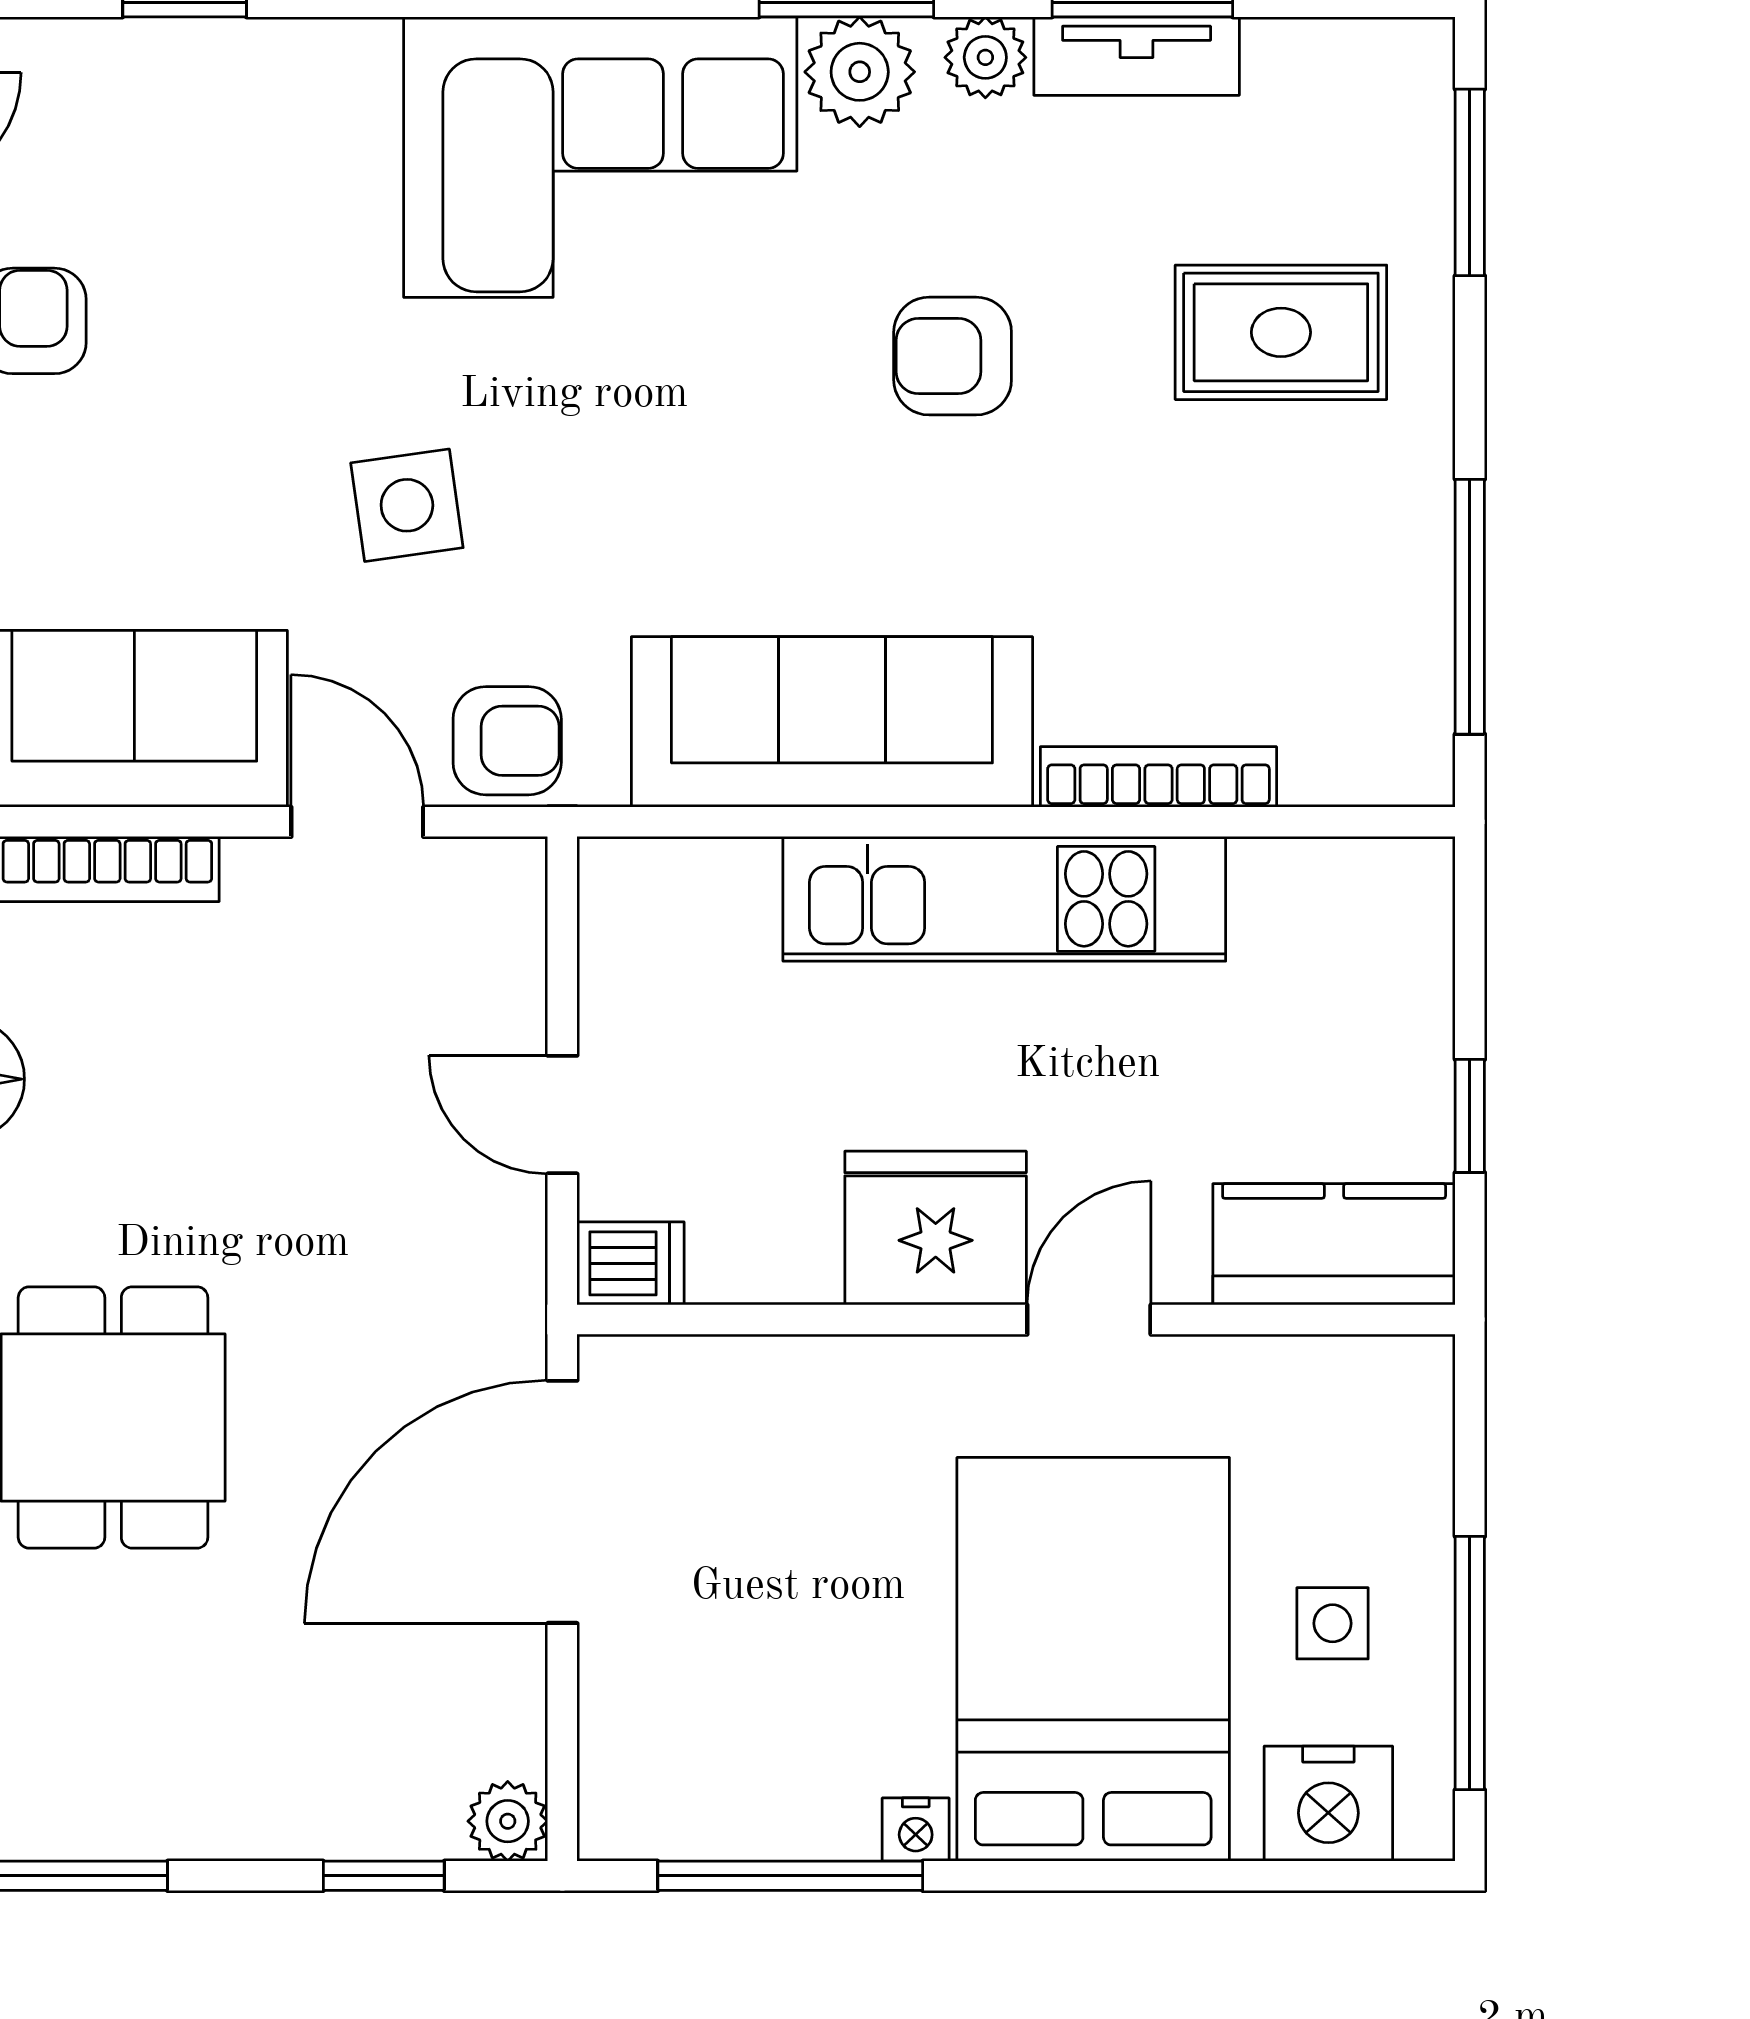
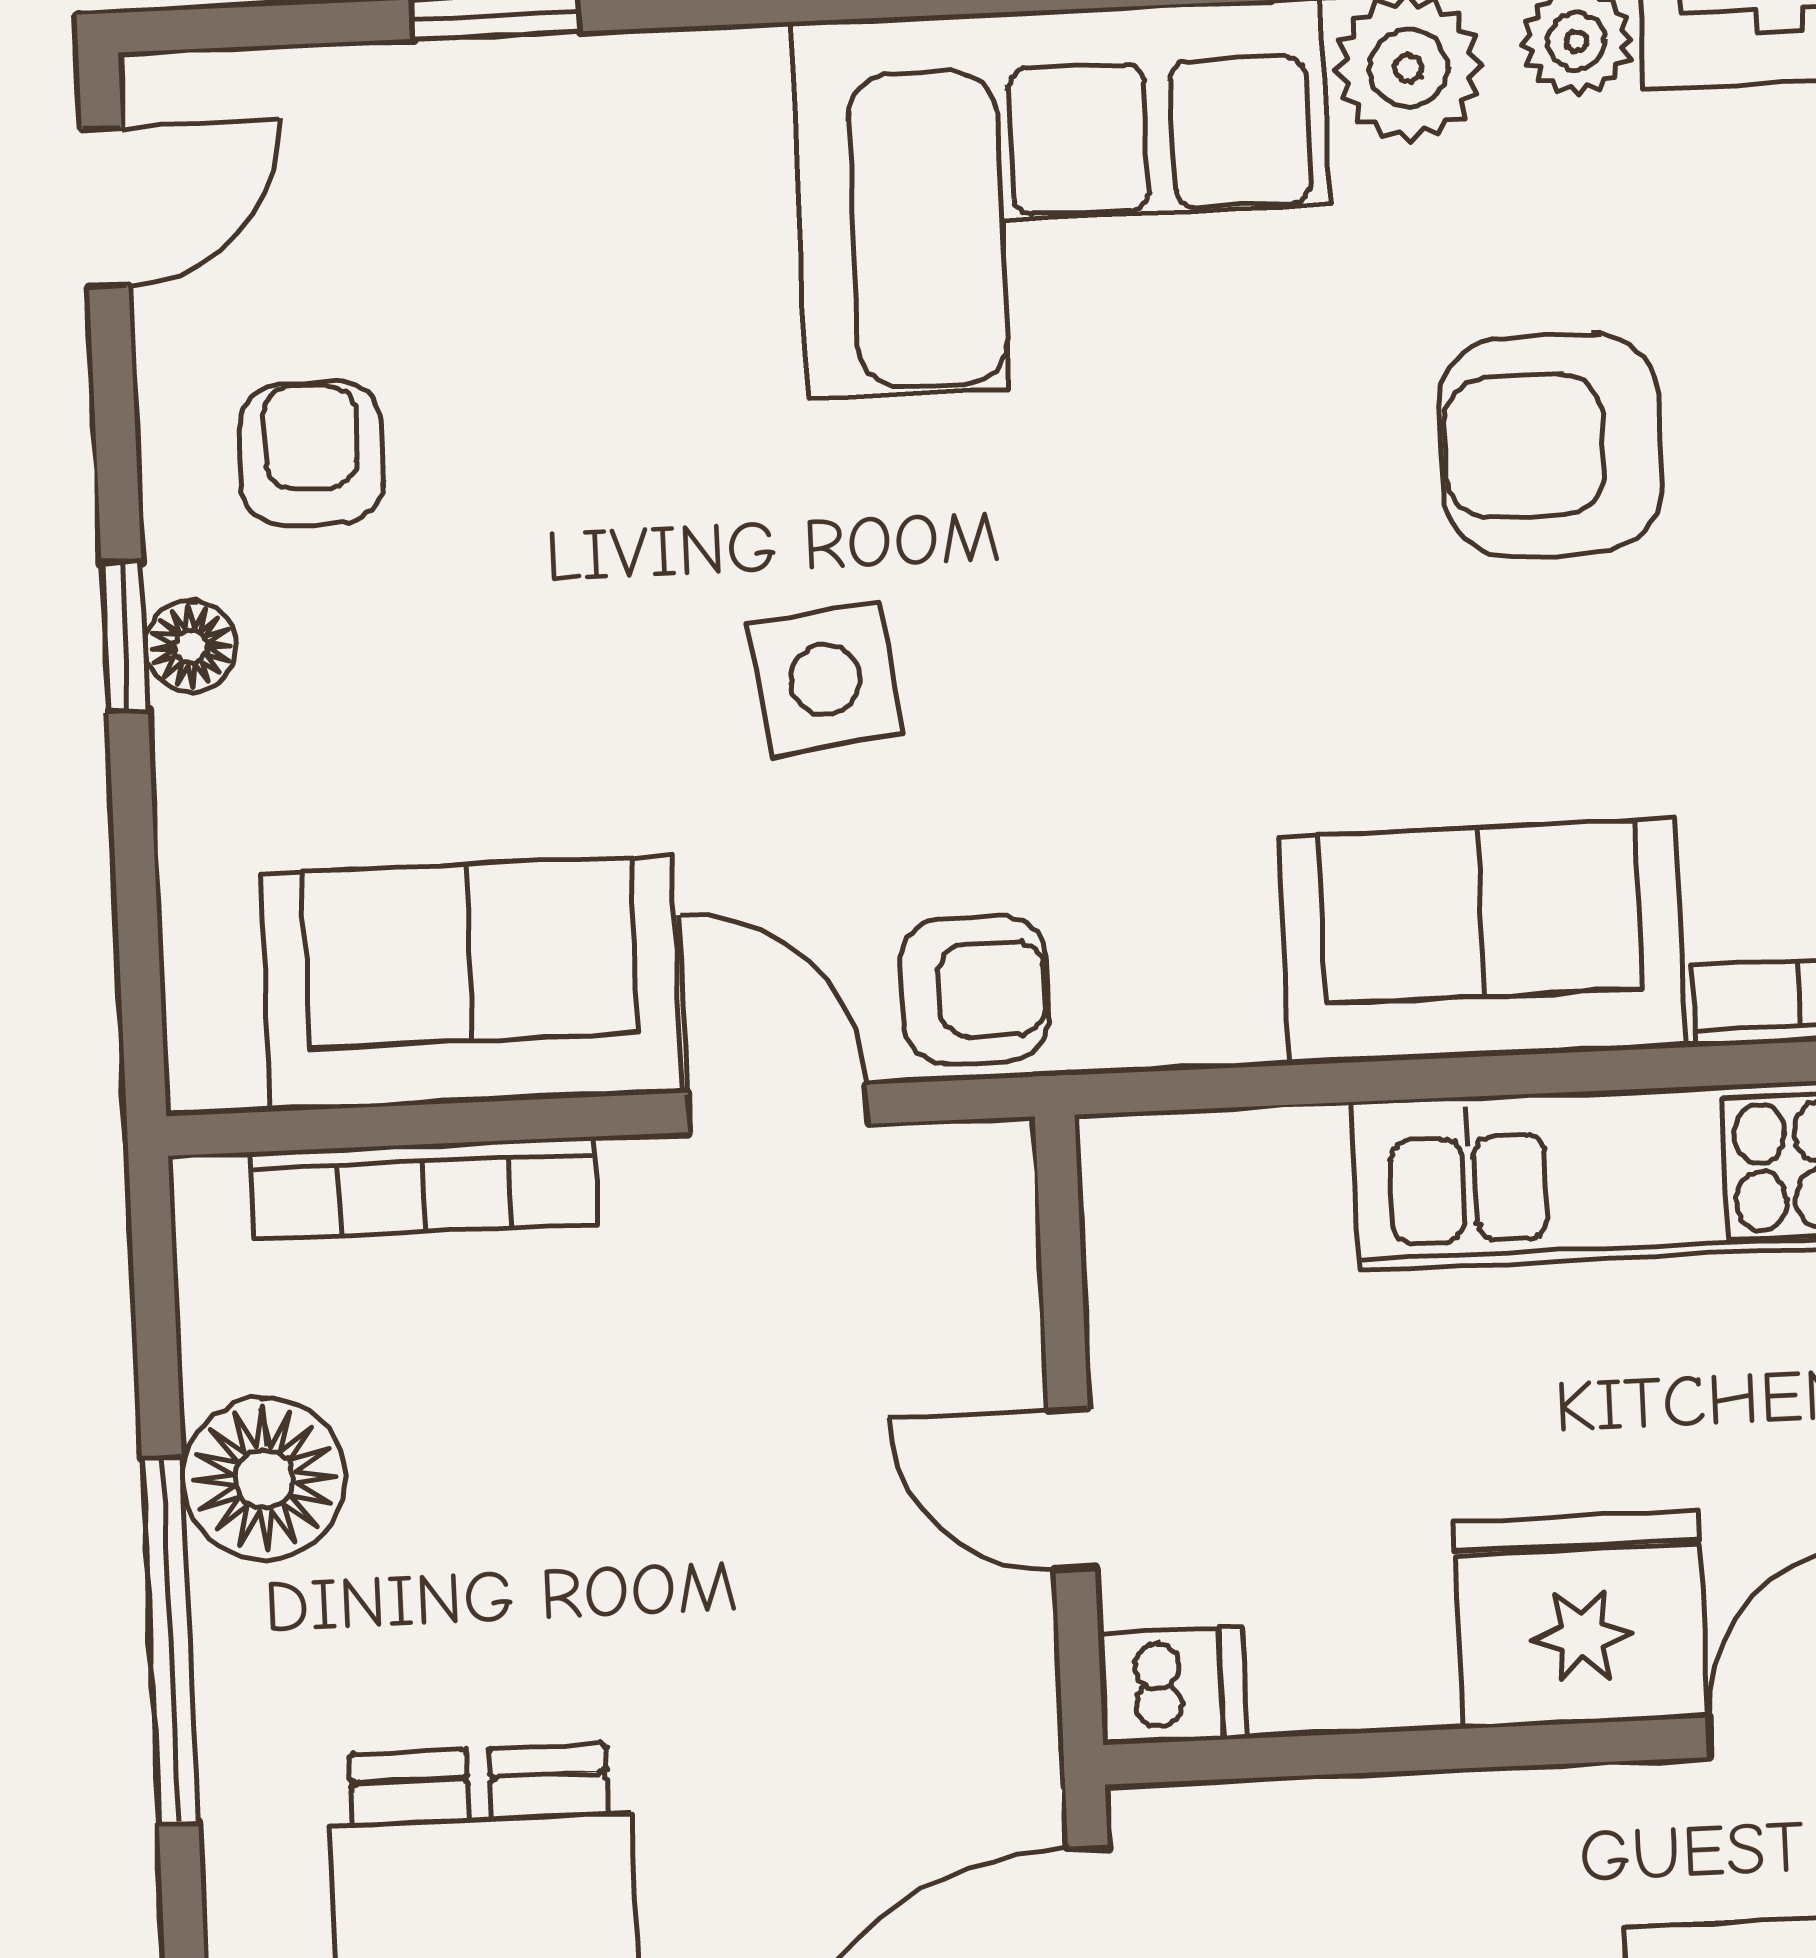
armchair: (953, 356) -> (1551, 445), width x1.38, depth x1.38
sofa: (832, 722) -> (1482, 942), width x0.73

